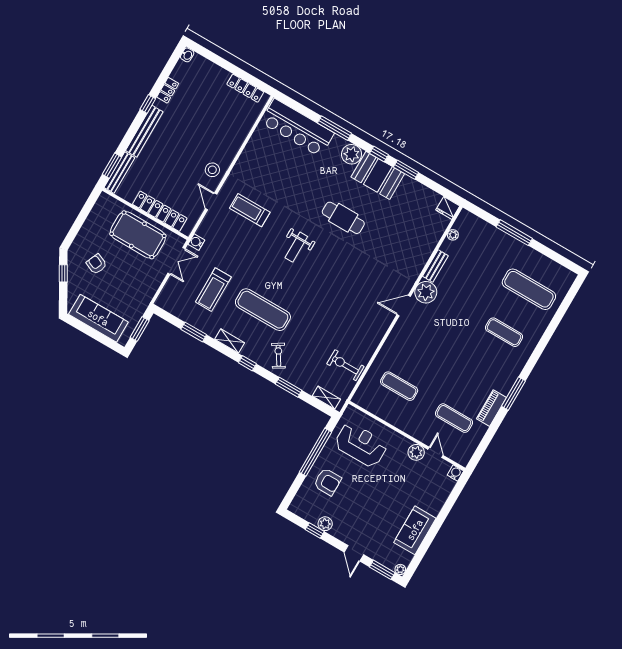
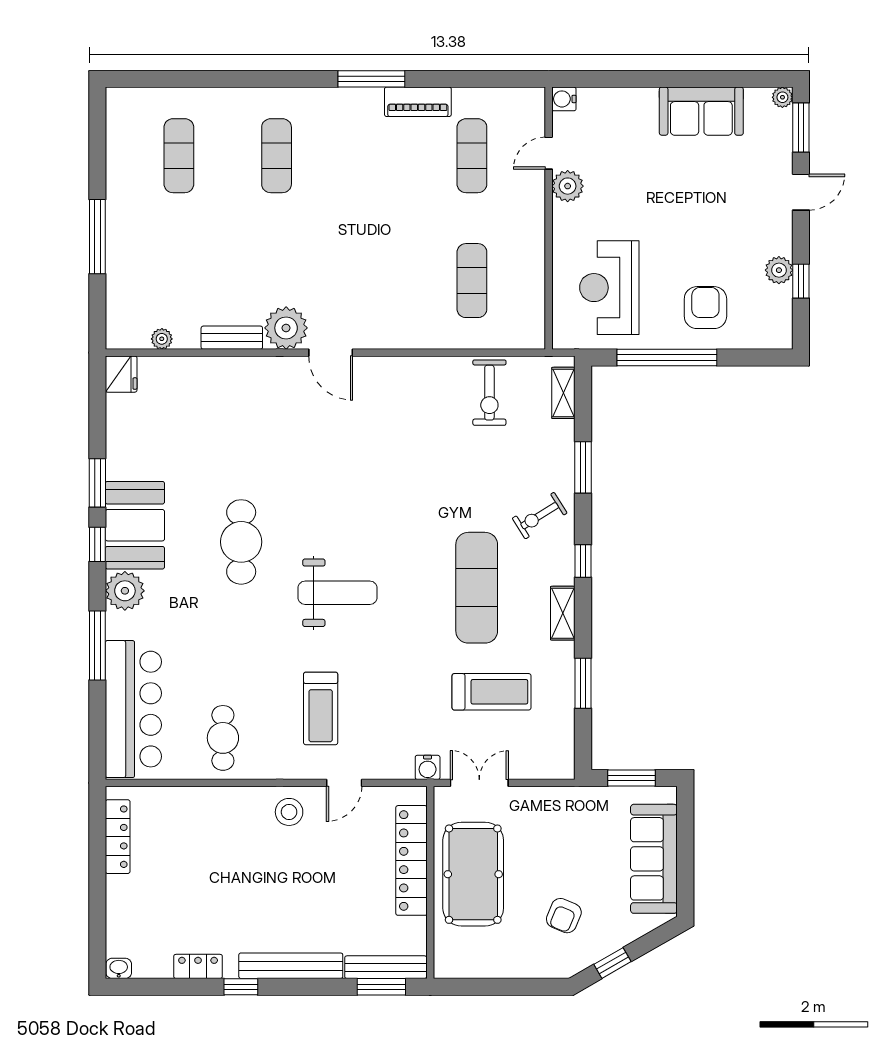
cafe table: (262, 160) -> (223, 738), added
weight bench: (296, 247) -> (338, 593), width x1.36, depth x1.33
exercise mat: (529, 289) -> (179, 156), width x0.73, depth x0.69

